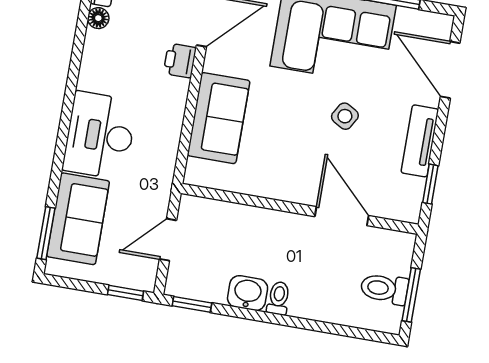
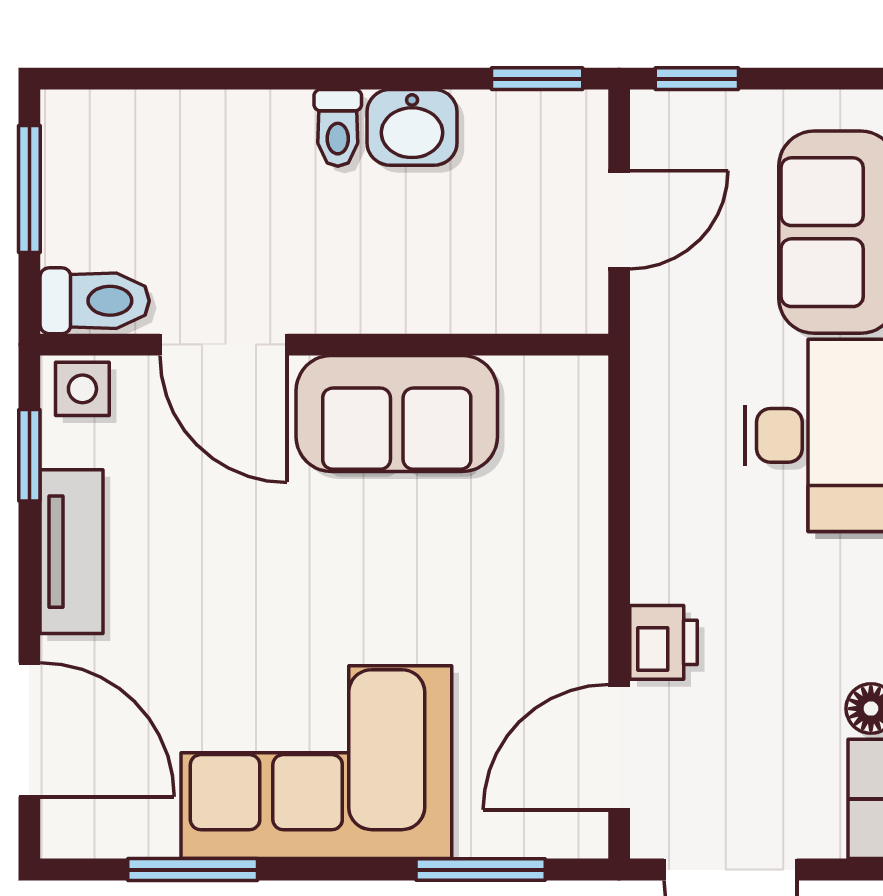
side table: (345, 116) -> (82, 389), moved, turned -30
sofa: (219, 118) -> (397, 414), moved, turned -90
toilet: (384, 289) -> (95, 301), moved

